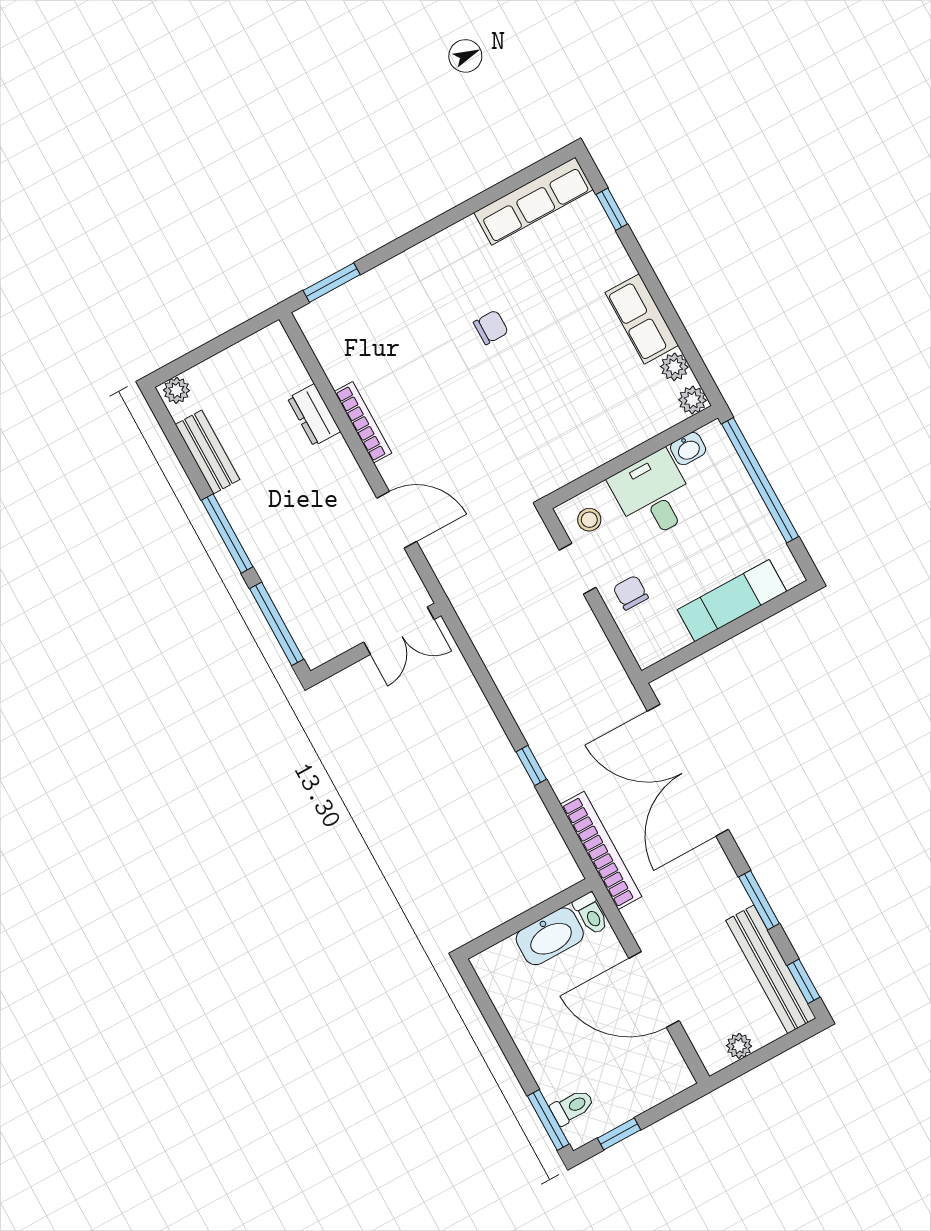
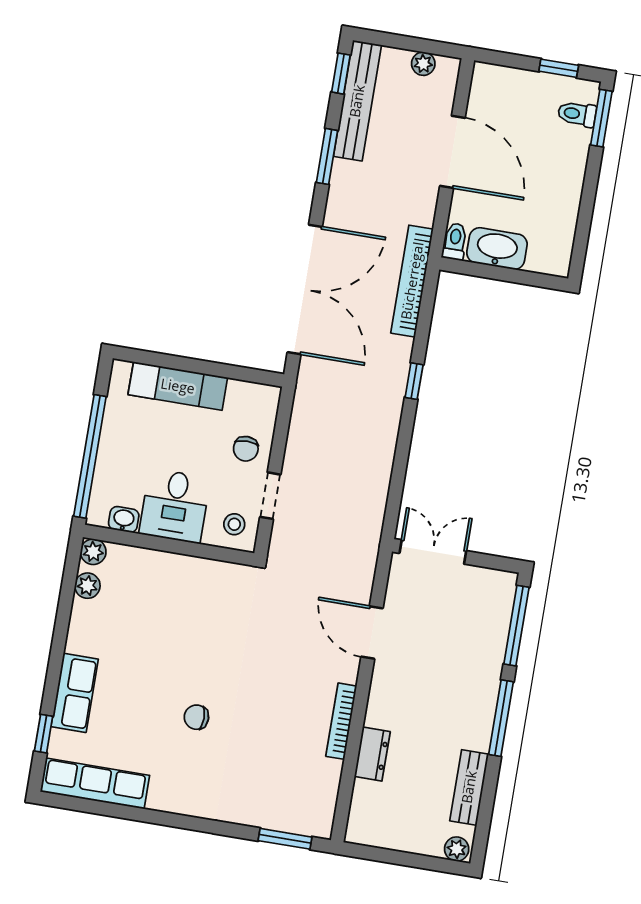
row of seats: (642, 319) -> (75, 693), moved

